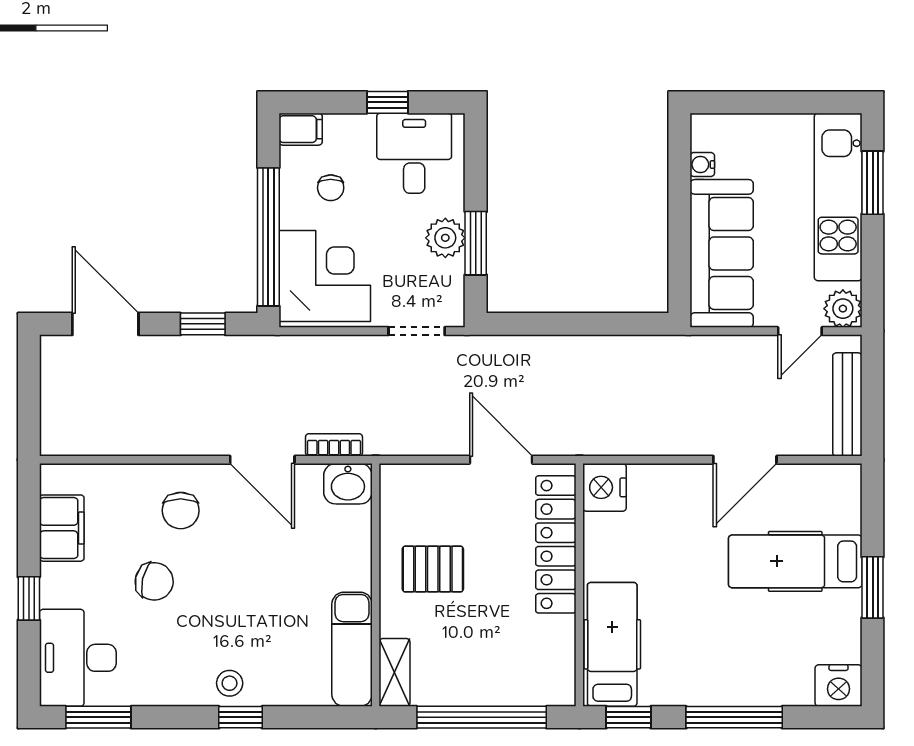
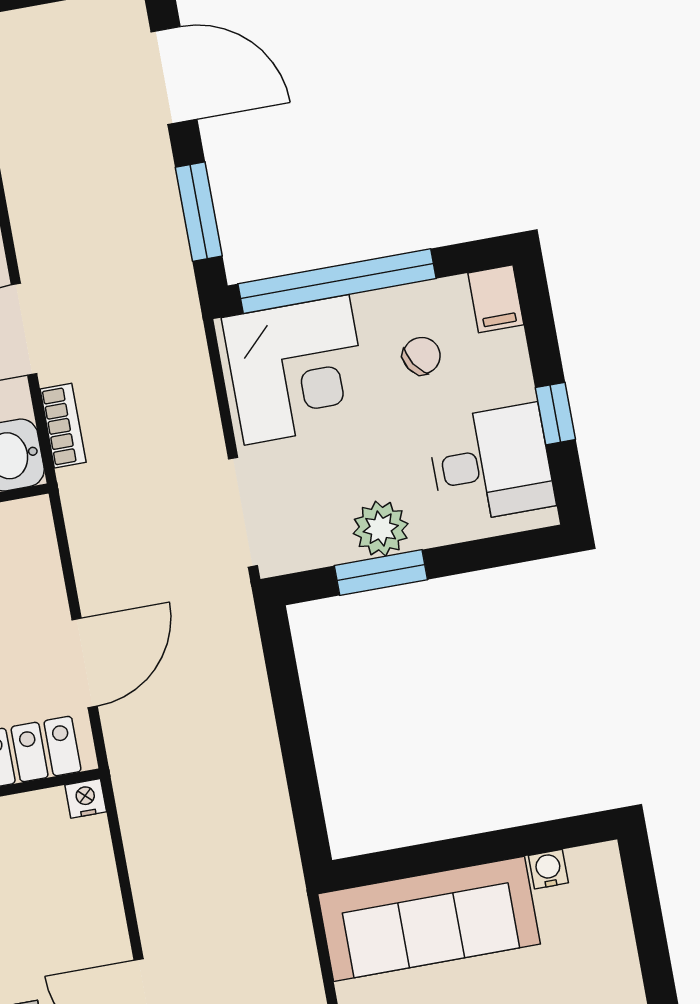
chair: (331, 188) -> (422, 356), turned 147
door: (105, 324) -> (174, 76), hinge flipped
window: (203, 324) -> (199, 212), width x1.50
doorway: (417, 331) -> (243, 512), width x1.38
nightstand: (605, 487) -> (86, 798), width x0.53, depth x0.56

